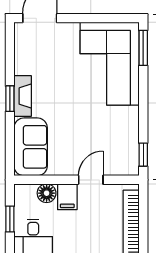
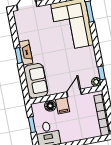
plant: (131, 168) -> (96, 82), added

